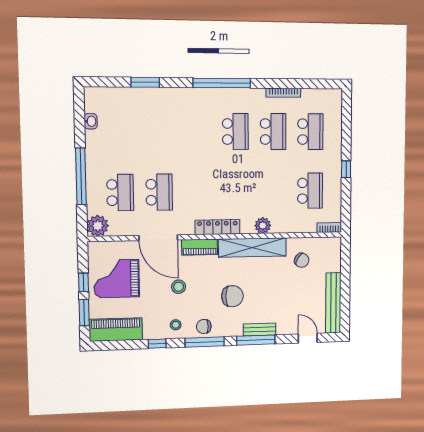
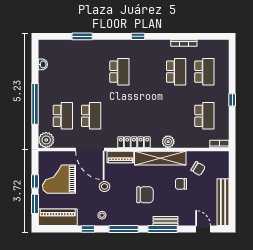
window: (222, 83) -> (138, 36), width x0.32
school desk: (235, 132) -> (119, 72), moved
chair: (204, 326) -> (181, 184), moved

